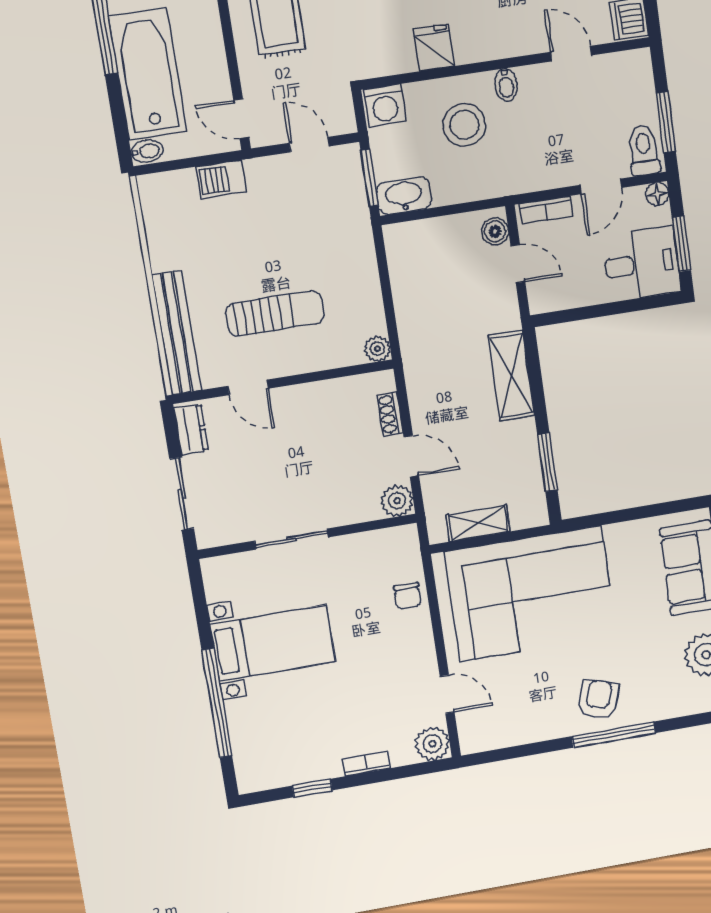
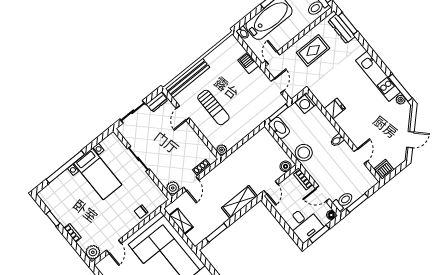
stool: (464, 125) -> (304, 153), moved
door: (518, 264) -> (271, 188), moved

